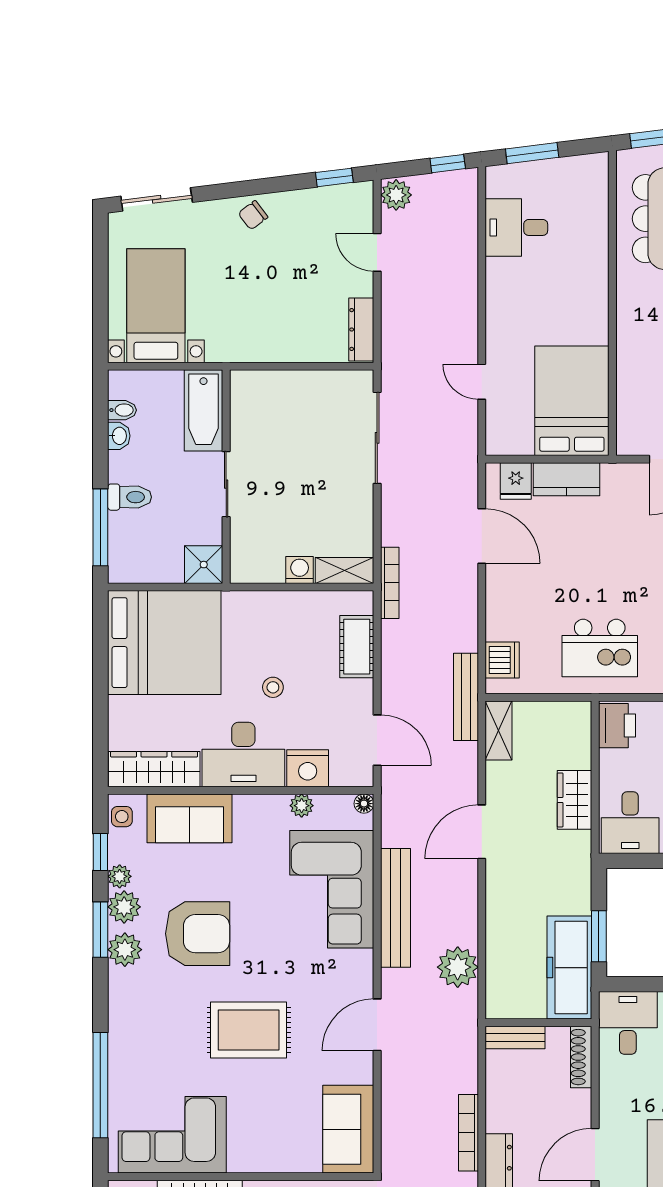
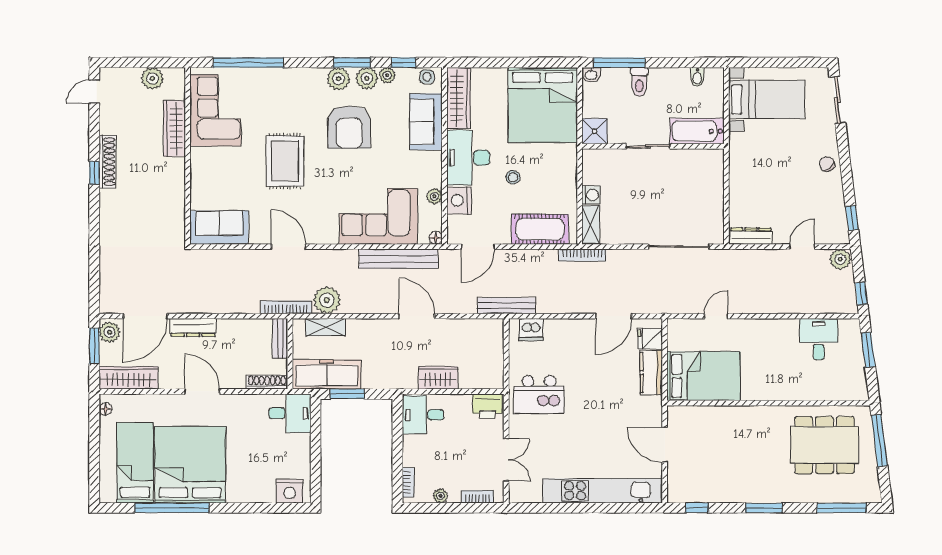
washbasin: (119, 436) -> (591, 75), moved
cot: (357, 647) -> (540, 229), width x1.37, depth x1.34
kitchen island: (600, 648) -> (539, 395), turned -90
shelving: (499, 731) -> (326, 327), moved
bench: (395, 908) -> (398, 259), moved
bookcase: (468, 1133) -> (286, 307), moved

